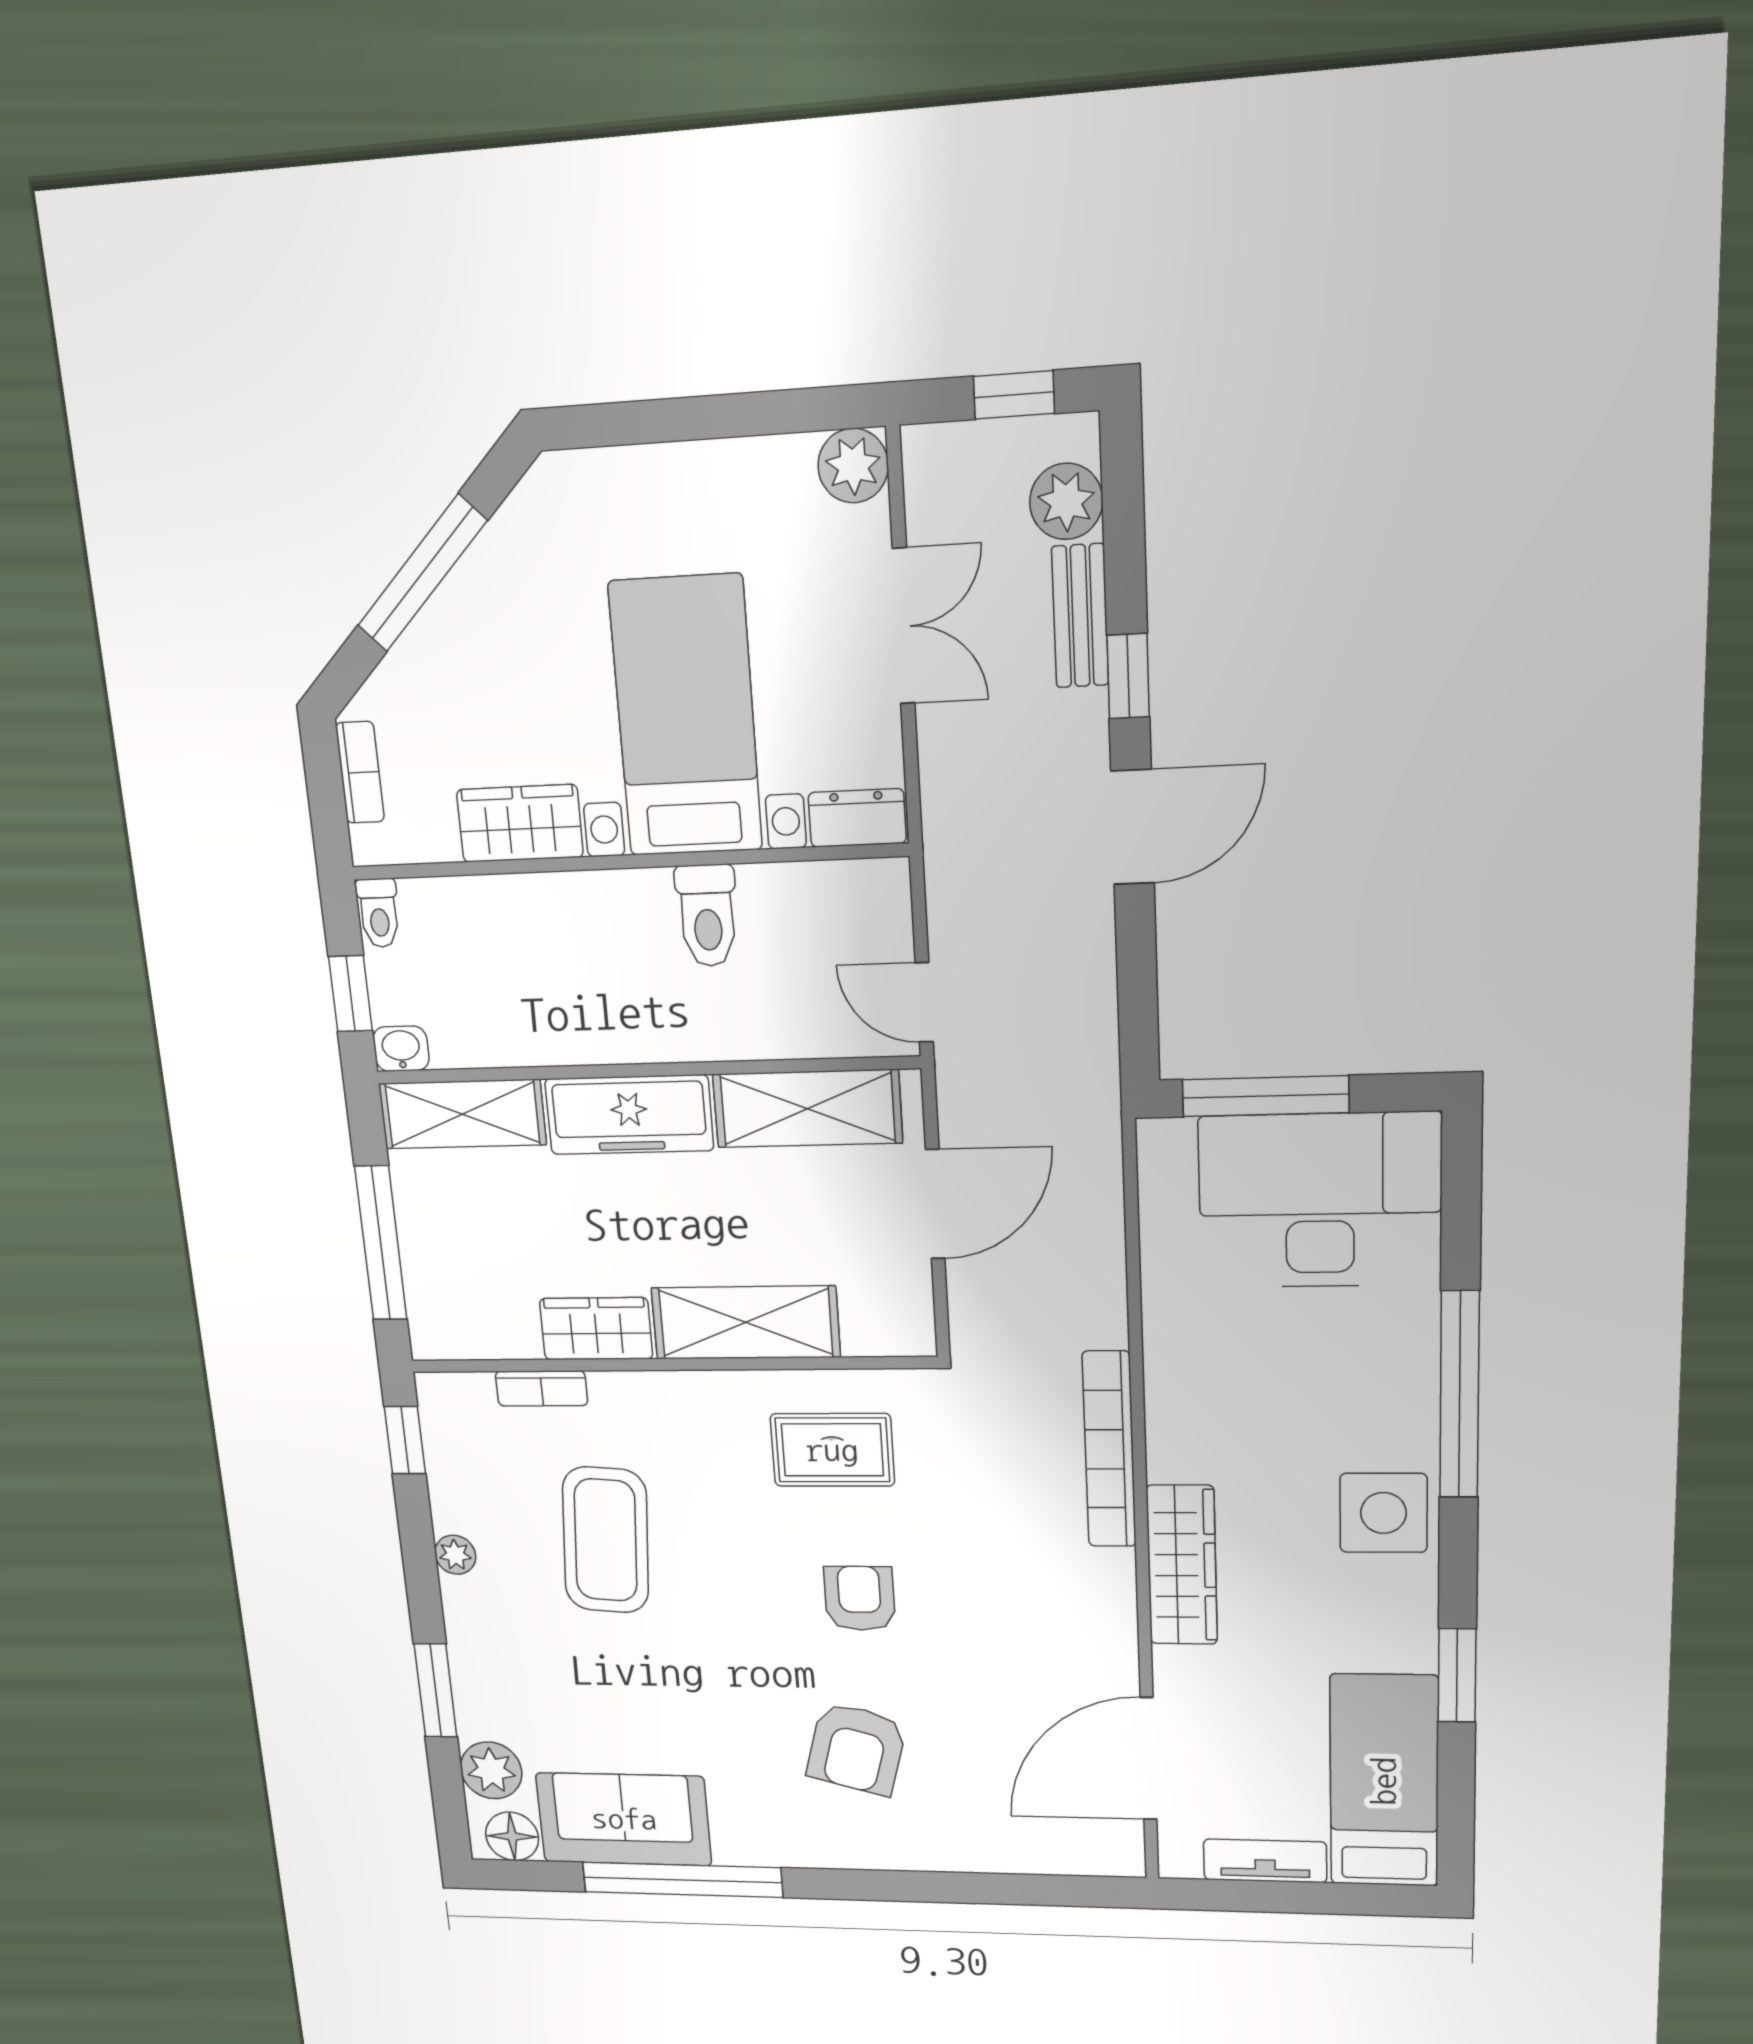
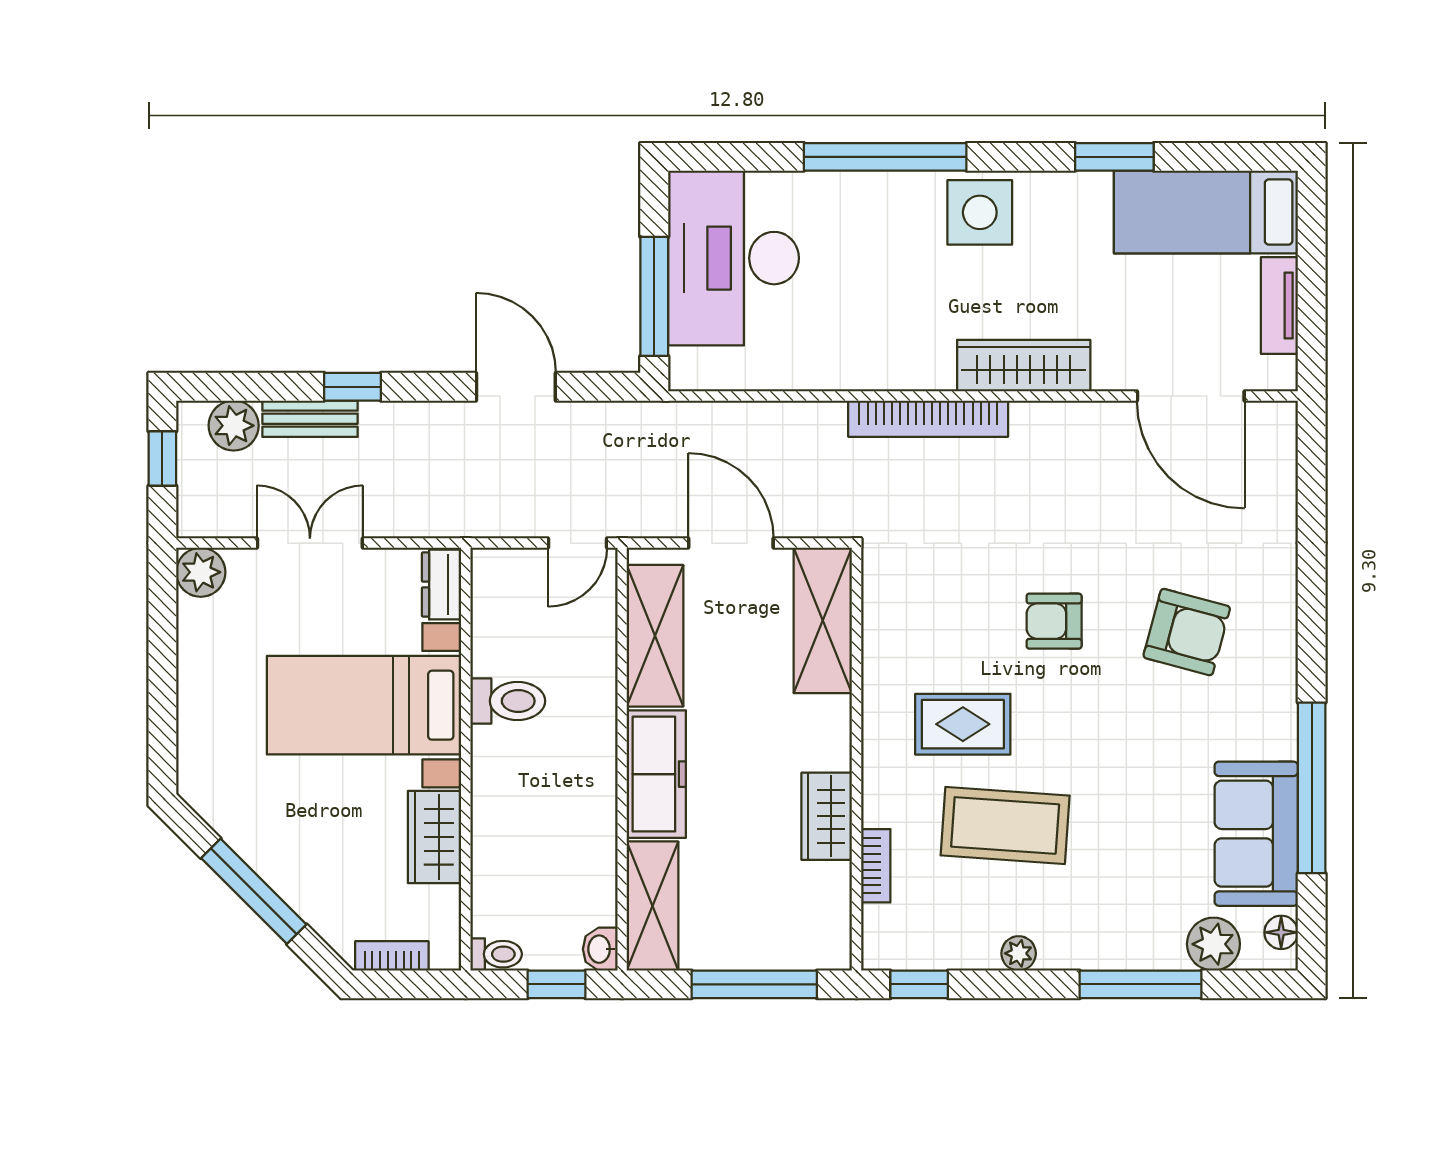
door: (1133, 827) -> (516, 387), moved
shelving: (746, 1322) -> (823, 620), moved
rug: (832, 1450) -> (963, 724), moved, turned 90
window: (435, 1690) -> (1141, 984), width x1.44
floor lamp: (512, 1836) -> (1281, 932), width x0.73, depth x0.73

